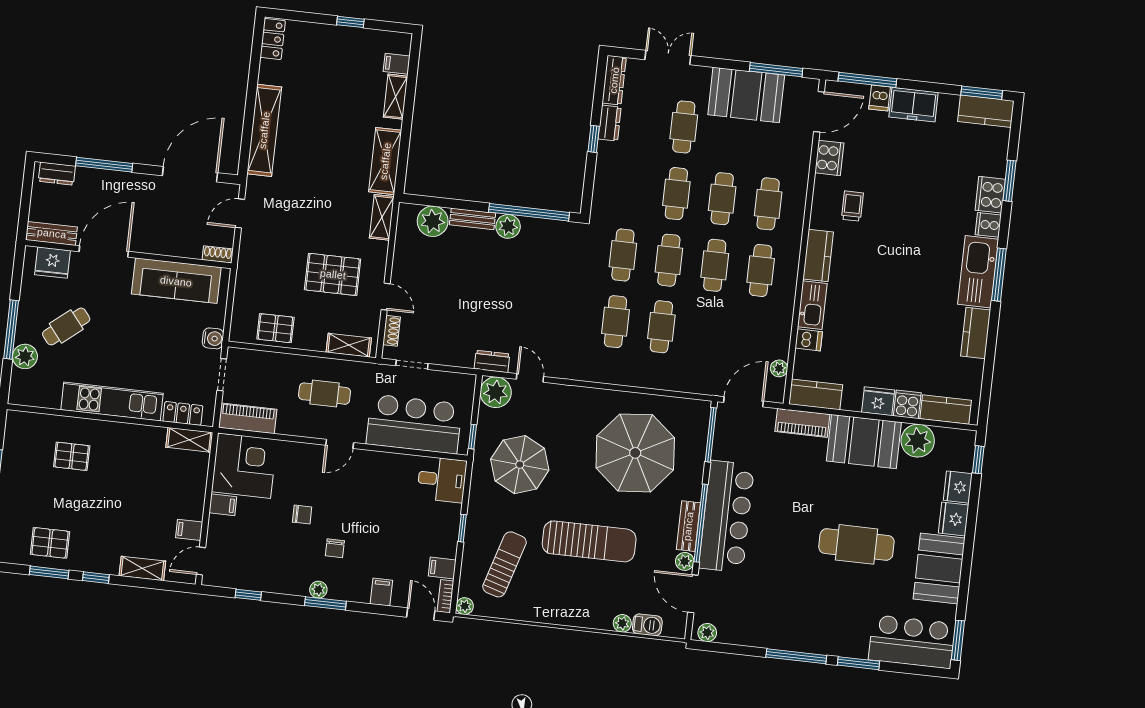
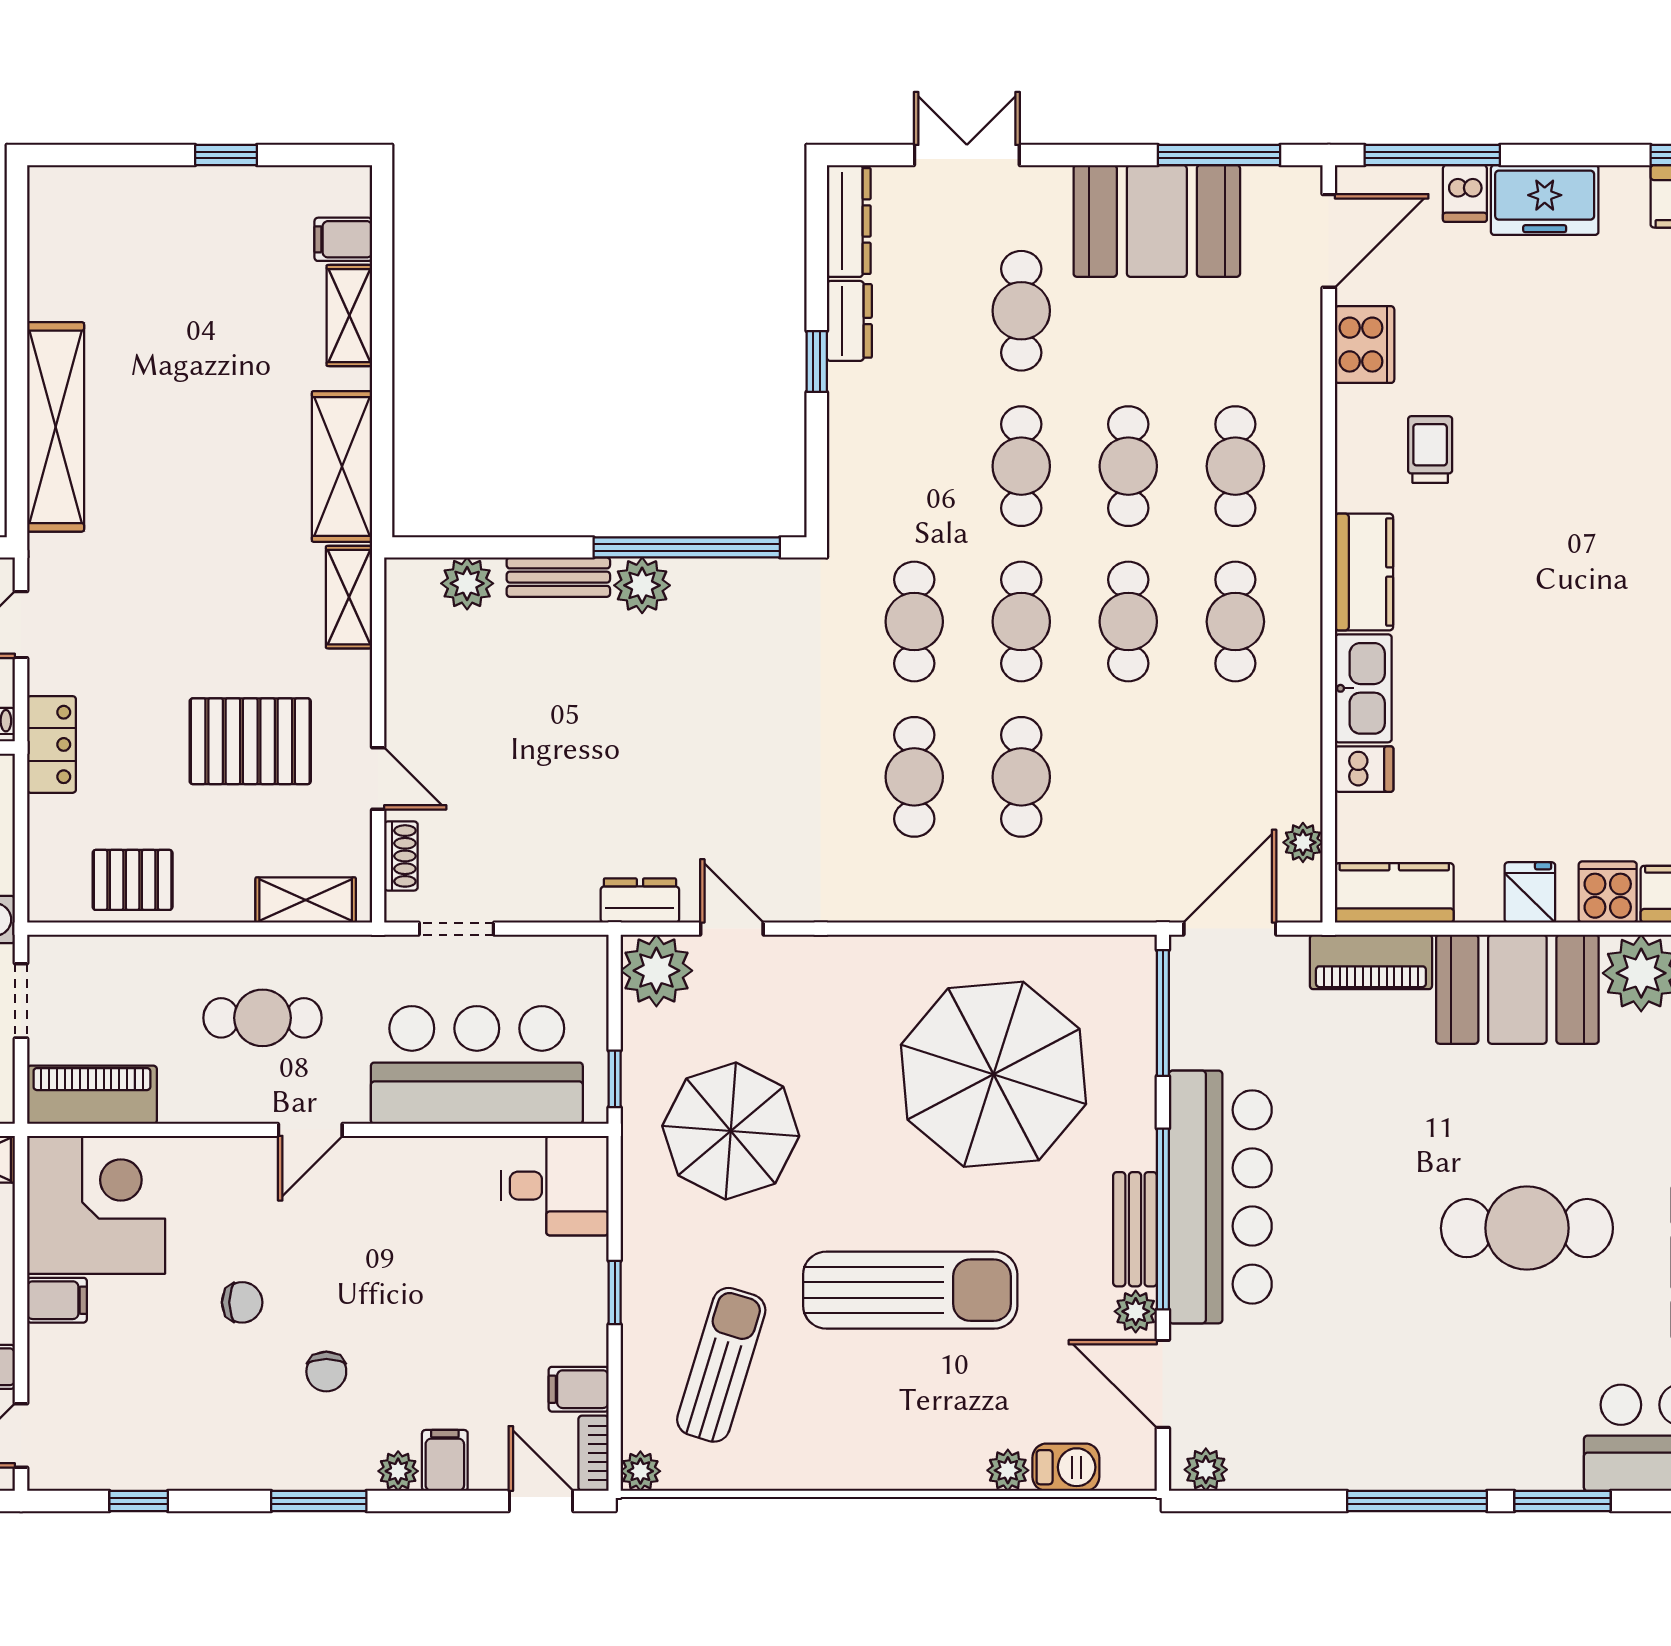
locker: (273, 39) -> (52, 744), moved
plant: (433, 221) -> (467, 583), width x0.73, depth x0.73
fridge: (878, 401) -> (1530, 892), width x0.72
plant: (318, 590) -> (398, 1471), moved

